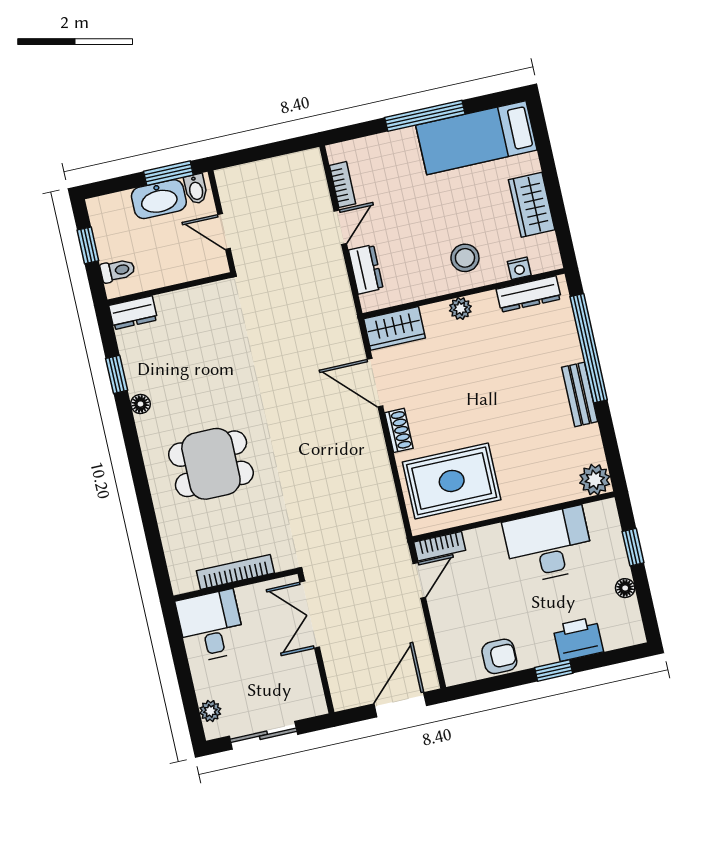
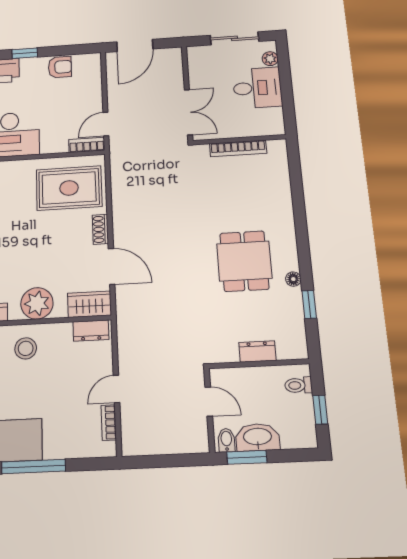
dresser: (366, 269) -> (91, 331), moved, turned -90
plant: (460, 308) -> (37, 303), width x1.88, depth x1.88
dresser: (133, 313) -> (257, 351), moved
dining table: (211, 464) -> (244, 261), moved, turned 90
desk: (211, 626) -> (257, 88), moved, turned -90
armchair: (499, 656) -> (60, 67), turned 180

